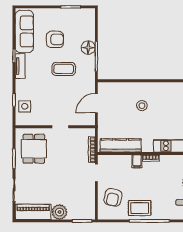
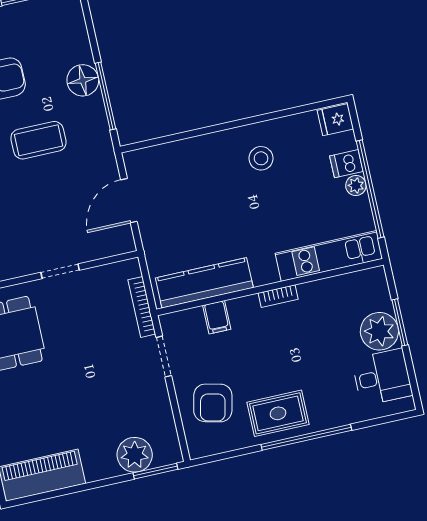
stool: (142, 106) -> (261, 158), moved
filing cabinet: (137, 161) -> (217, 317), moved
plant: (60, 212) -> (135, 455), moved

